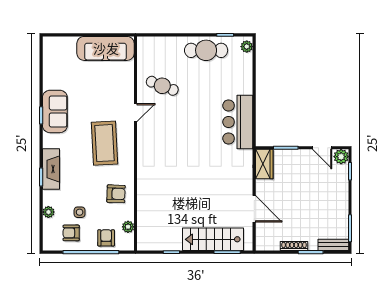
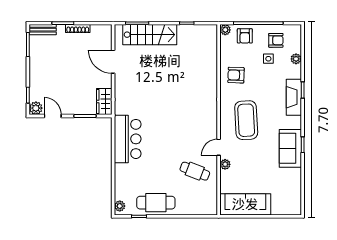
plant: (128, 93) -> (225, 164), added
plant: (128, 227) -> (225, 30), moved

